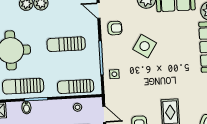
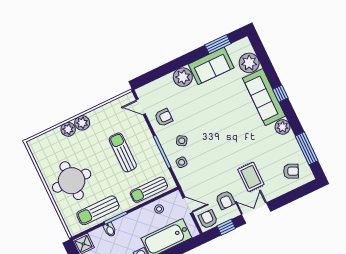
sun lounger: (66, 44) -> (123, 152), turned 90
side table: (145, 46) -> (182, 141), moved, width x0.54, depth x0.54

